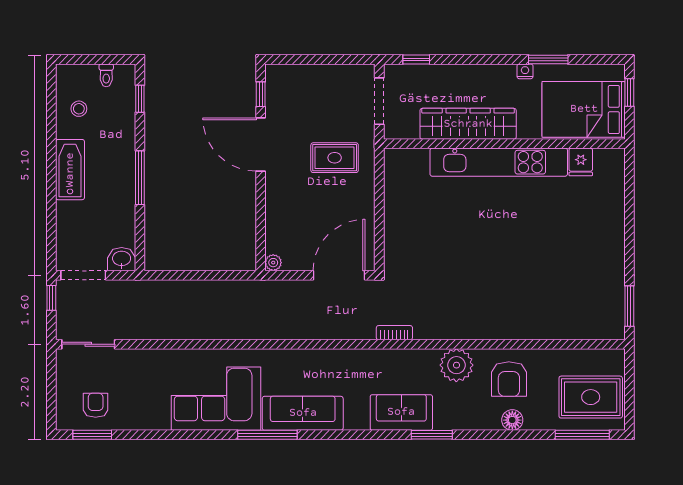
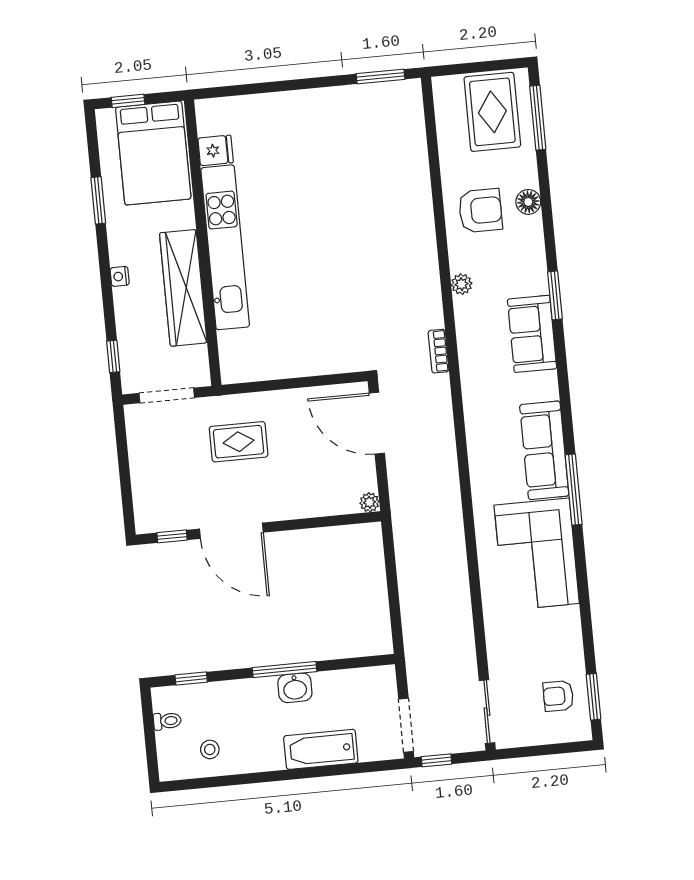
nightstand: (525, 71) -> (120, 276), moved
door: (261, 144) -> (231, 531), hinge flipped
rug: (335, 158) -> (239, 442), turned 90
bathtub: (70, 170) -> (321, 749), moved
washbasin: (122, 259) -> (295, 688), moved, turned -90
plant: (456, 365) -> (462, 284), width x0.53, depth x0.53

